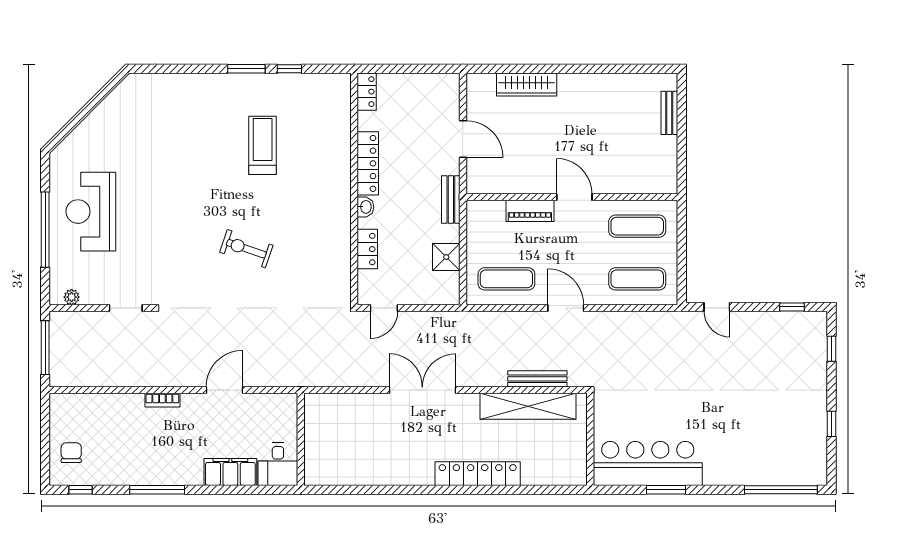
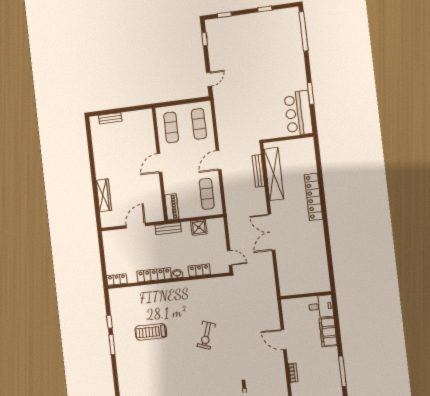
piano: (530, 211) -> (172, 207), moved
bar counter: (648, 463) -> (298, 113), width x0.73

